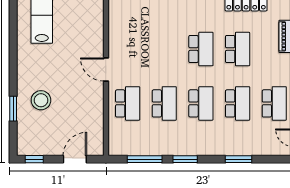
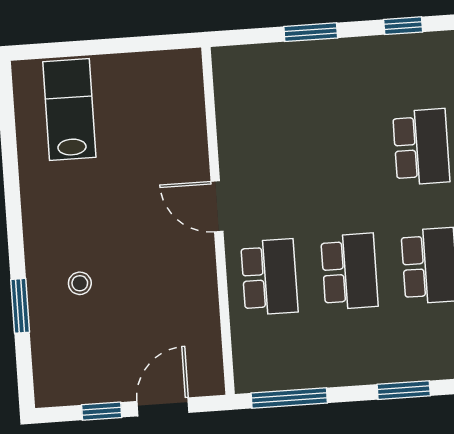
stool: (41, 100) -> (80, 283), width x0.53, depth x0.53
window: (34, 159) -> (102, 411), moved
window: (145, 159) -> (289, 398), moved

